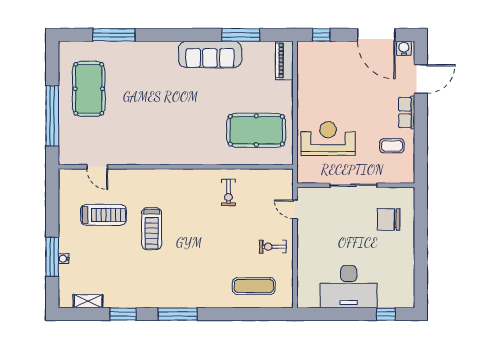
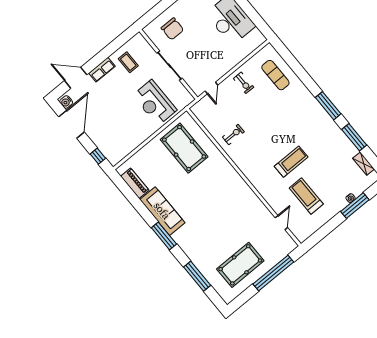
window: (241, 35) -> (164, 236), moved
piano: (284, 61) -> (135, 183), moved, turned -90
window: (123, 314) -> (354, 137), width x1.44

